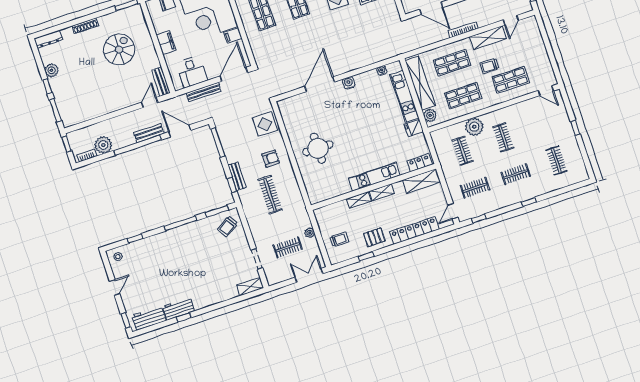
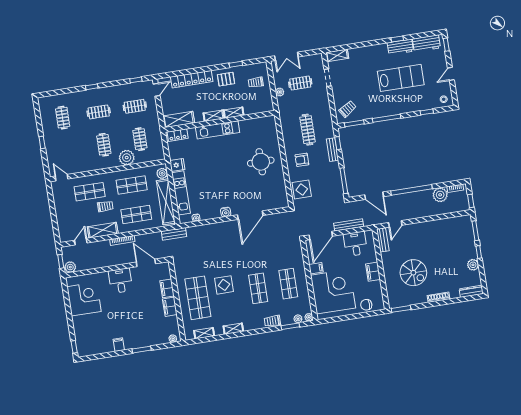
spiral stairs: (119, 49) -> (413, 273), turned -90
bench: (149, 133) -> (174, 234), moved
lab bench: (172, 273) -> (401, 78), added

